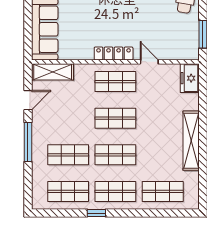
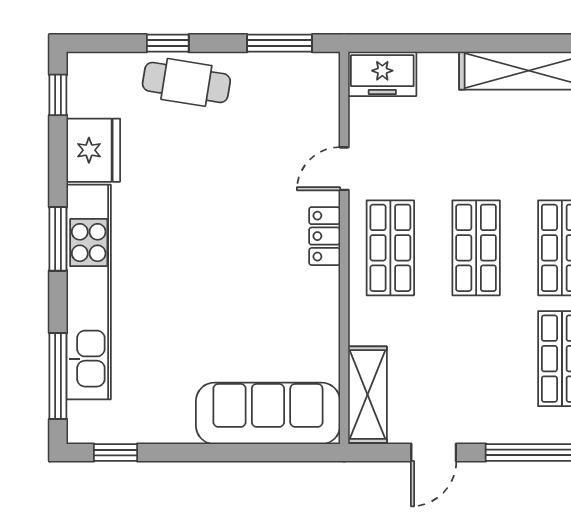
locker: (114, 53) -> (325, 236), width x0.66
door: (28, 100) -> (434, 452), swing flipped

